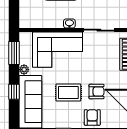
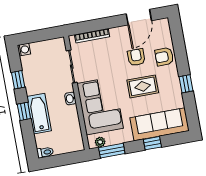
plant: (24, 70) -> (100, 142), moved
rug: (68, 92) -> (143, 86), turned 90

